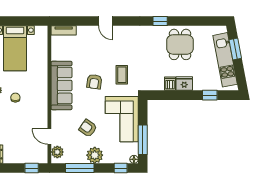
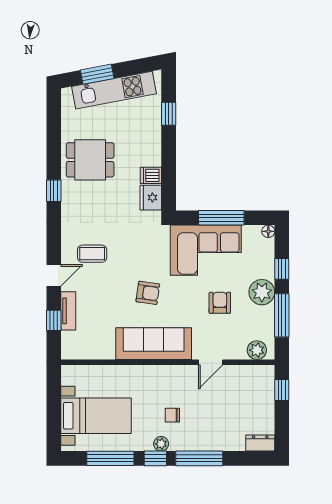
window: (77, 21) -> (54, 320), added
tv unit: (64, 30) -> (68, 311), moved
coffee table: (122, 75) -> (92, 254), moved
fridge: (184, 84) -> (151, 198), moved
armchair: (88, 128) -> (220, 303), turned 145
door: (49, 137) -> (211, 362), moved
window: (143, 140) -> (221, 218), moved
window: (121, 168) -> (282, 269), moved

